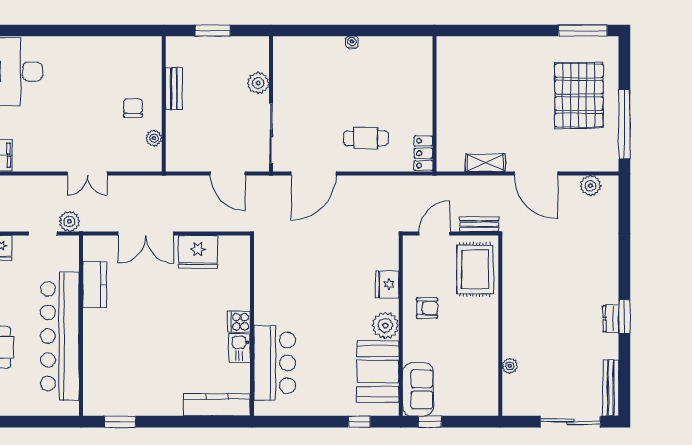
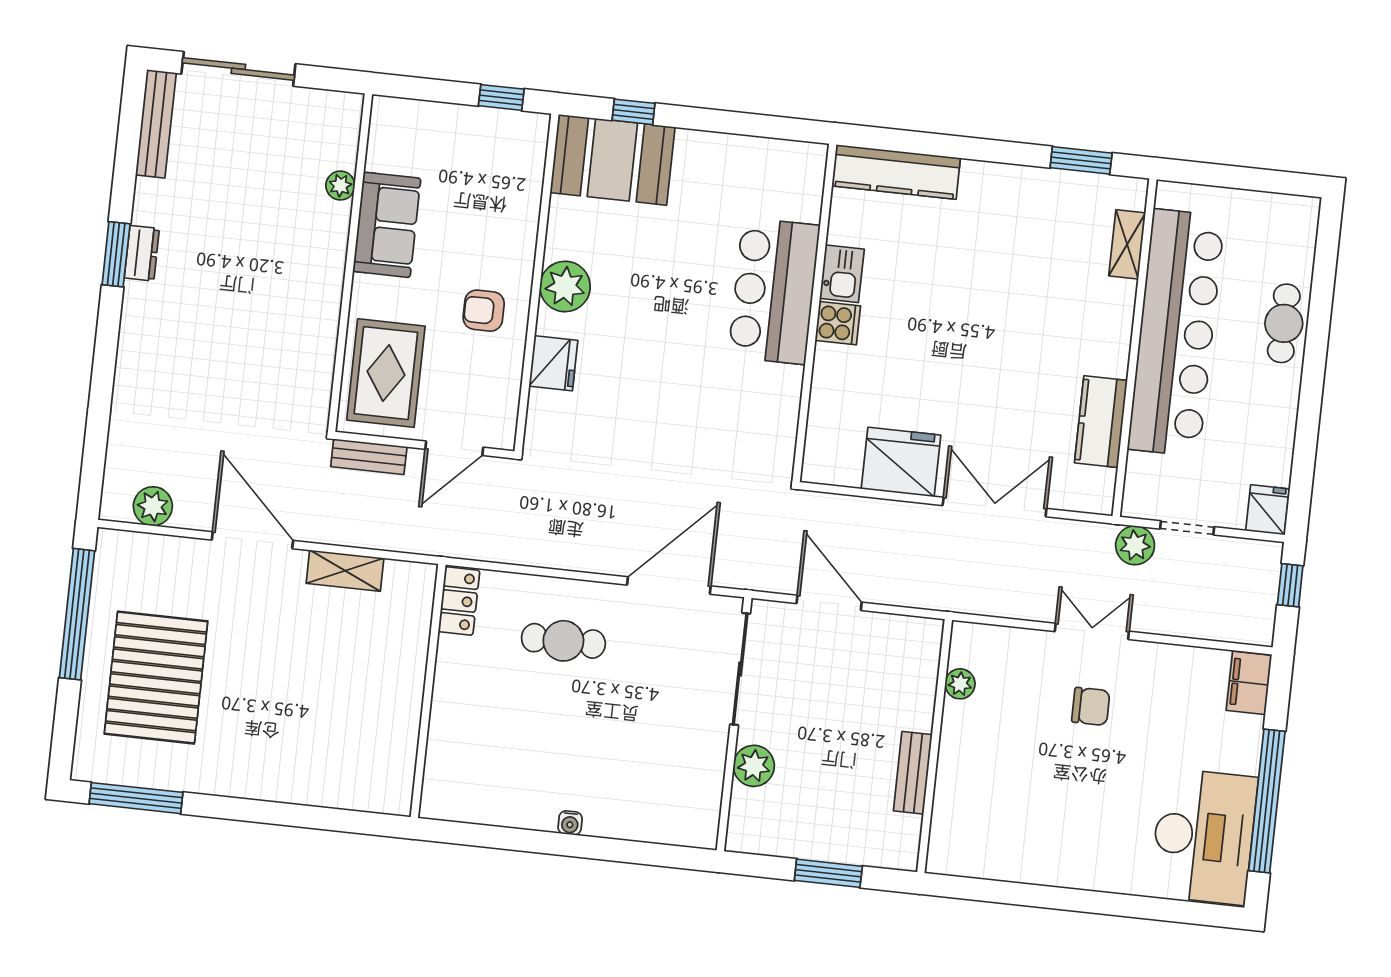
chair: (133, 108) -> (1091, 706), moved, turned -90
bar counter: (275, 363) -> (774, 291), moved
booth: (378, 372) -> (612, 160), moved, turned 90
shelving: (91, 380) -> (1127, 244), added
sofa: (418, 389) -> (387, 225), moved, turned 180

